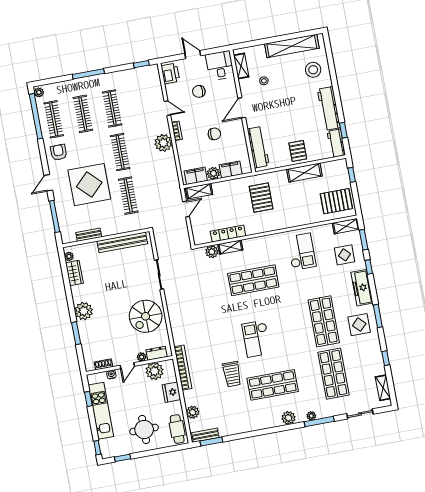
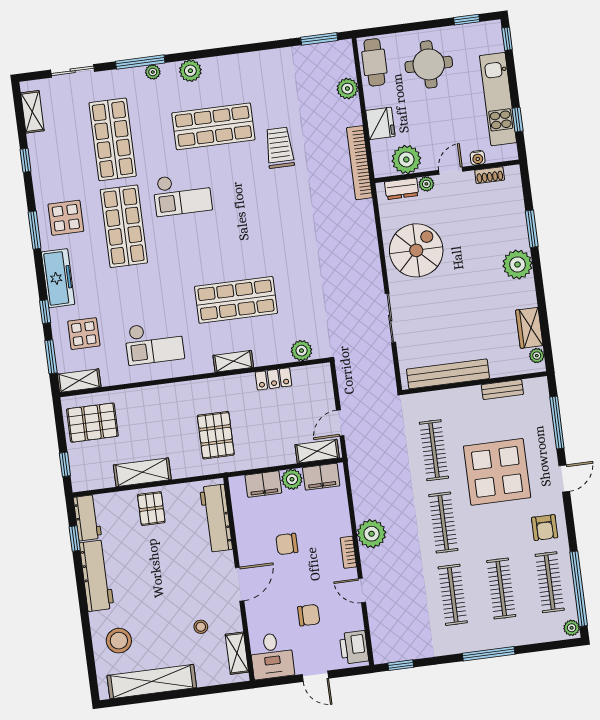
locker: (228, 234) -> (273, 379), width x0.66
shelving: (230, 247) -> (233, 361), moved
checkout: (301, 252) -> (154, 343), turned -90
checkout: (256, 339) -> (182, 194), moved, turned 90
bench: (205, 435) -> (328, 50), removed

